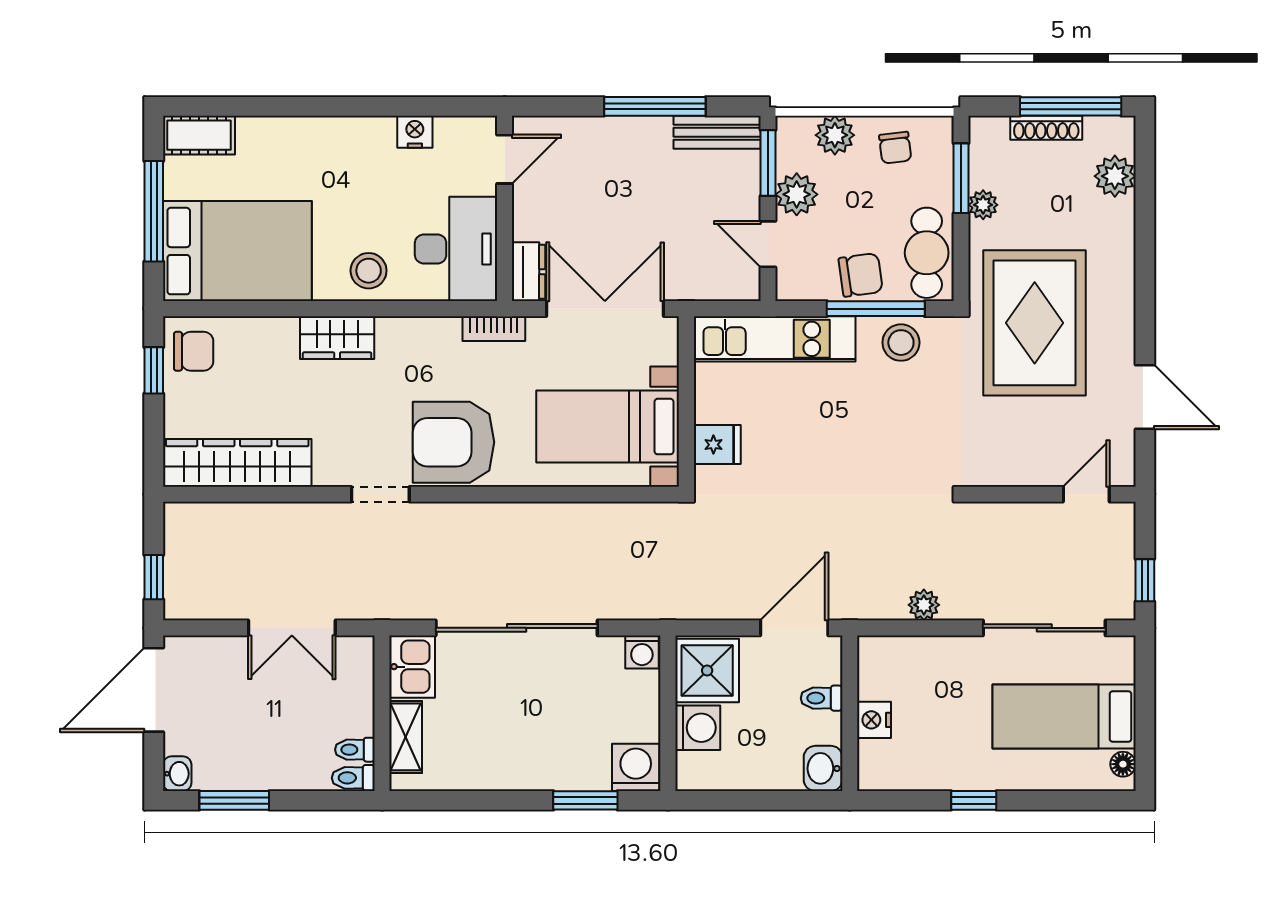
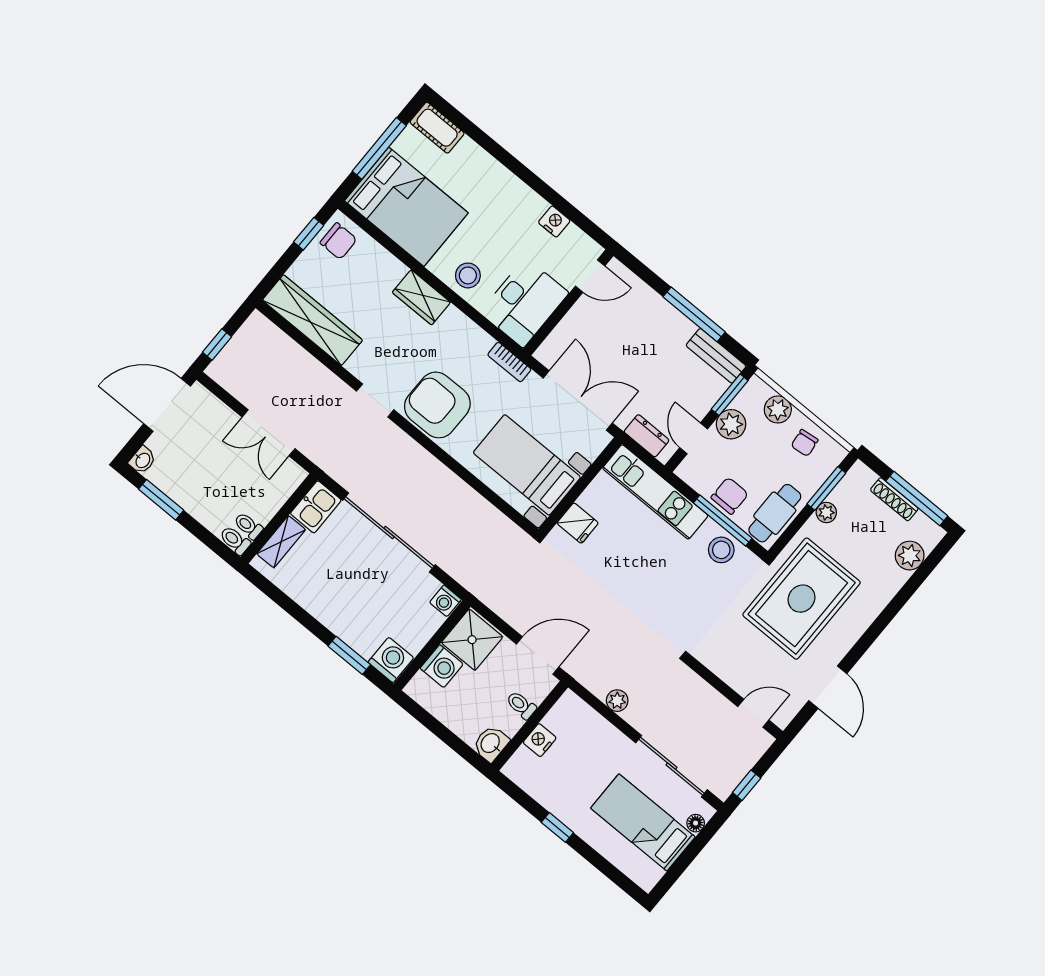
dresser: (529, 272) -> (647, 436), moved, turned -90
chair: (861, 275) -> (730, 496), turned -82
floor lamp: (1123, 764) -> (696, 823), moved

